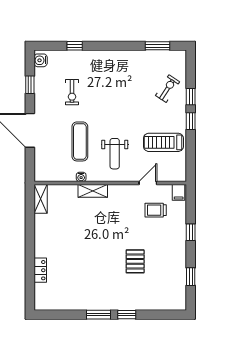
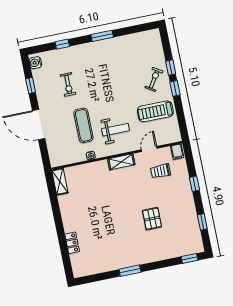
window: (158, 46) -> (102, 36), moved
exercise bike: (168, 89) -> (154, 79), moved
weight bench: (115, 154) -> (116, 130), turned -90
shelving: (93, 191) -> (121, 162), moved
window: (127, 315) -> (189, 258), moved

